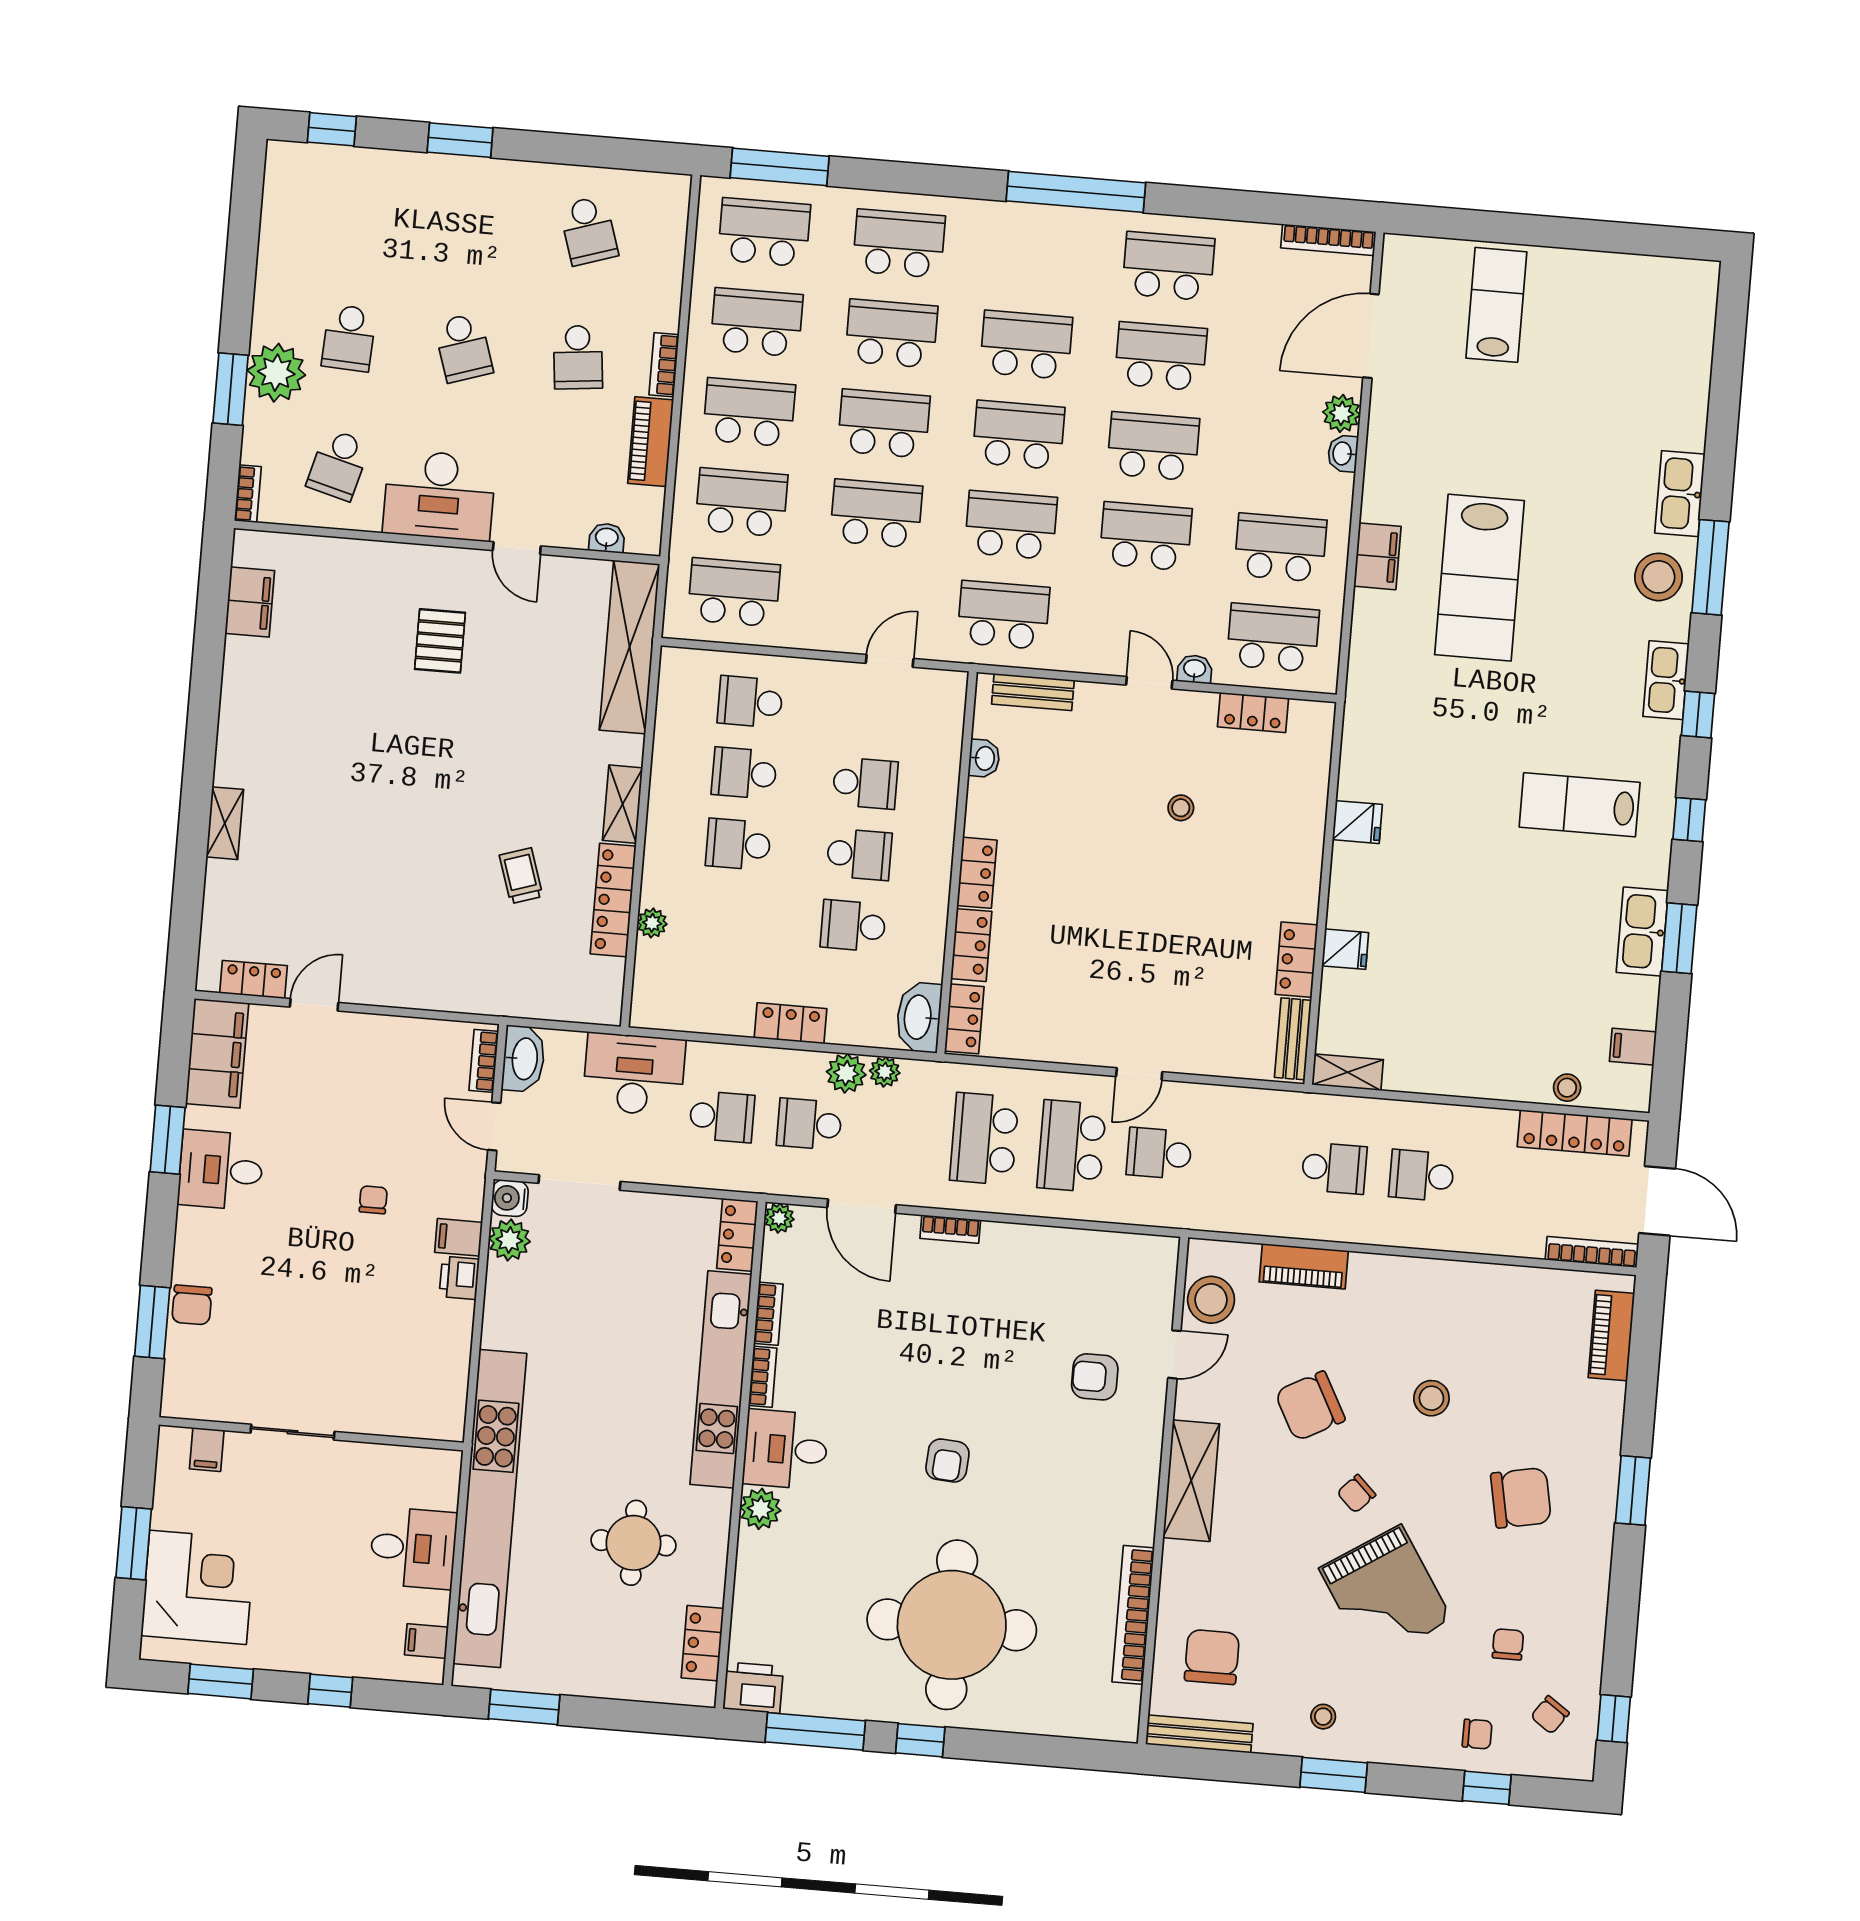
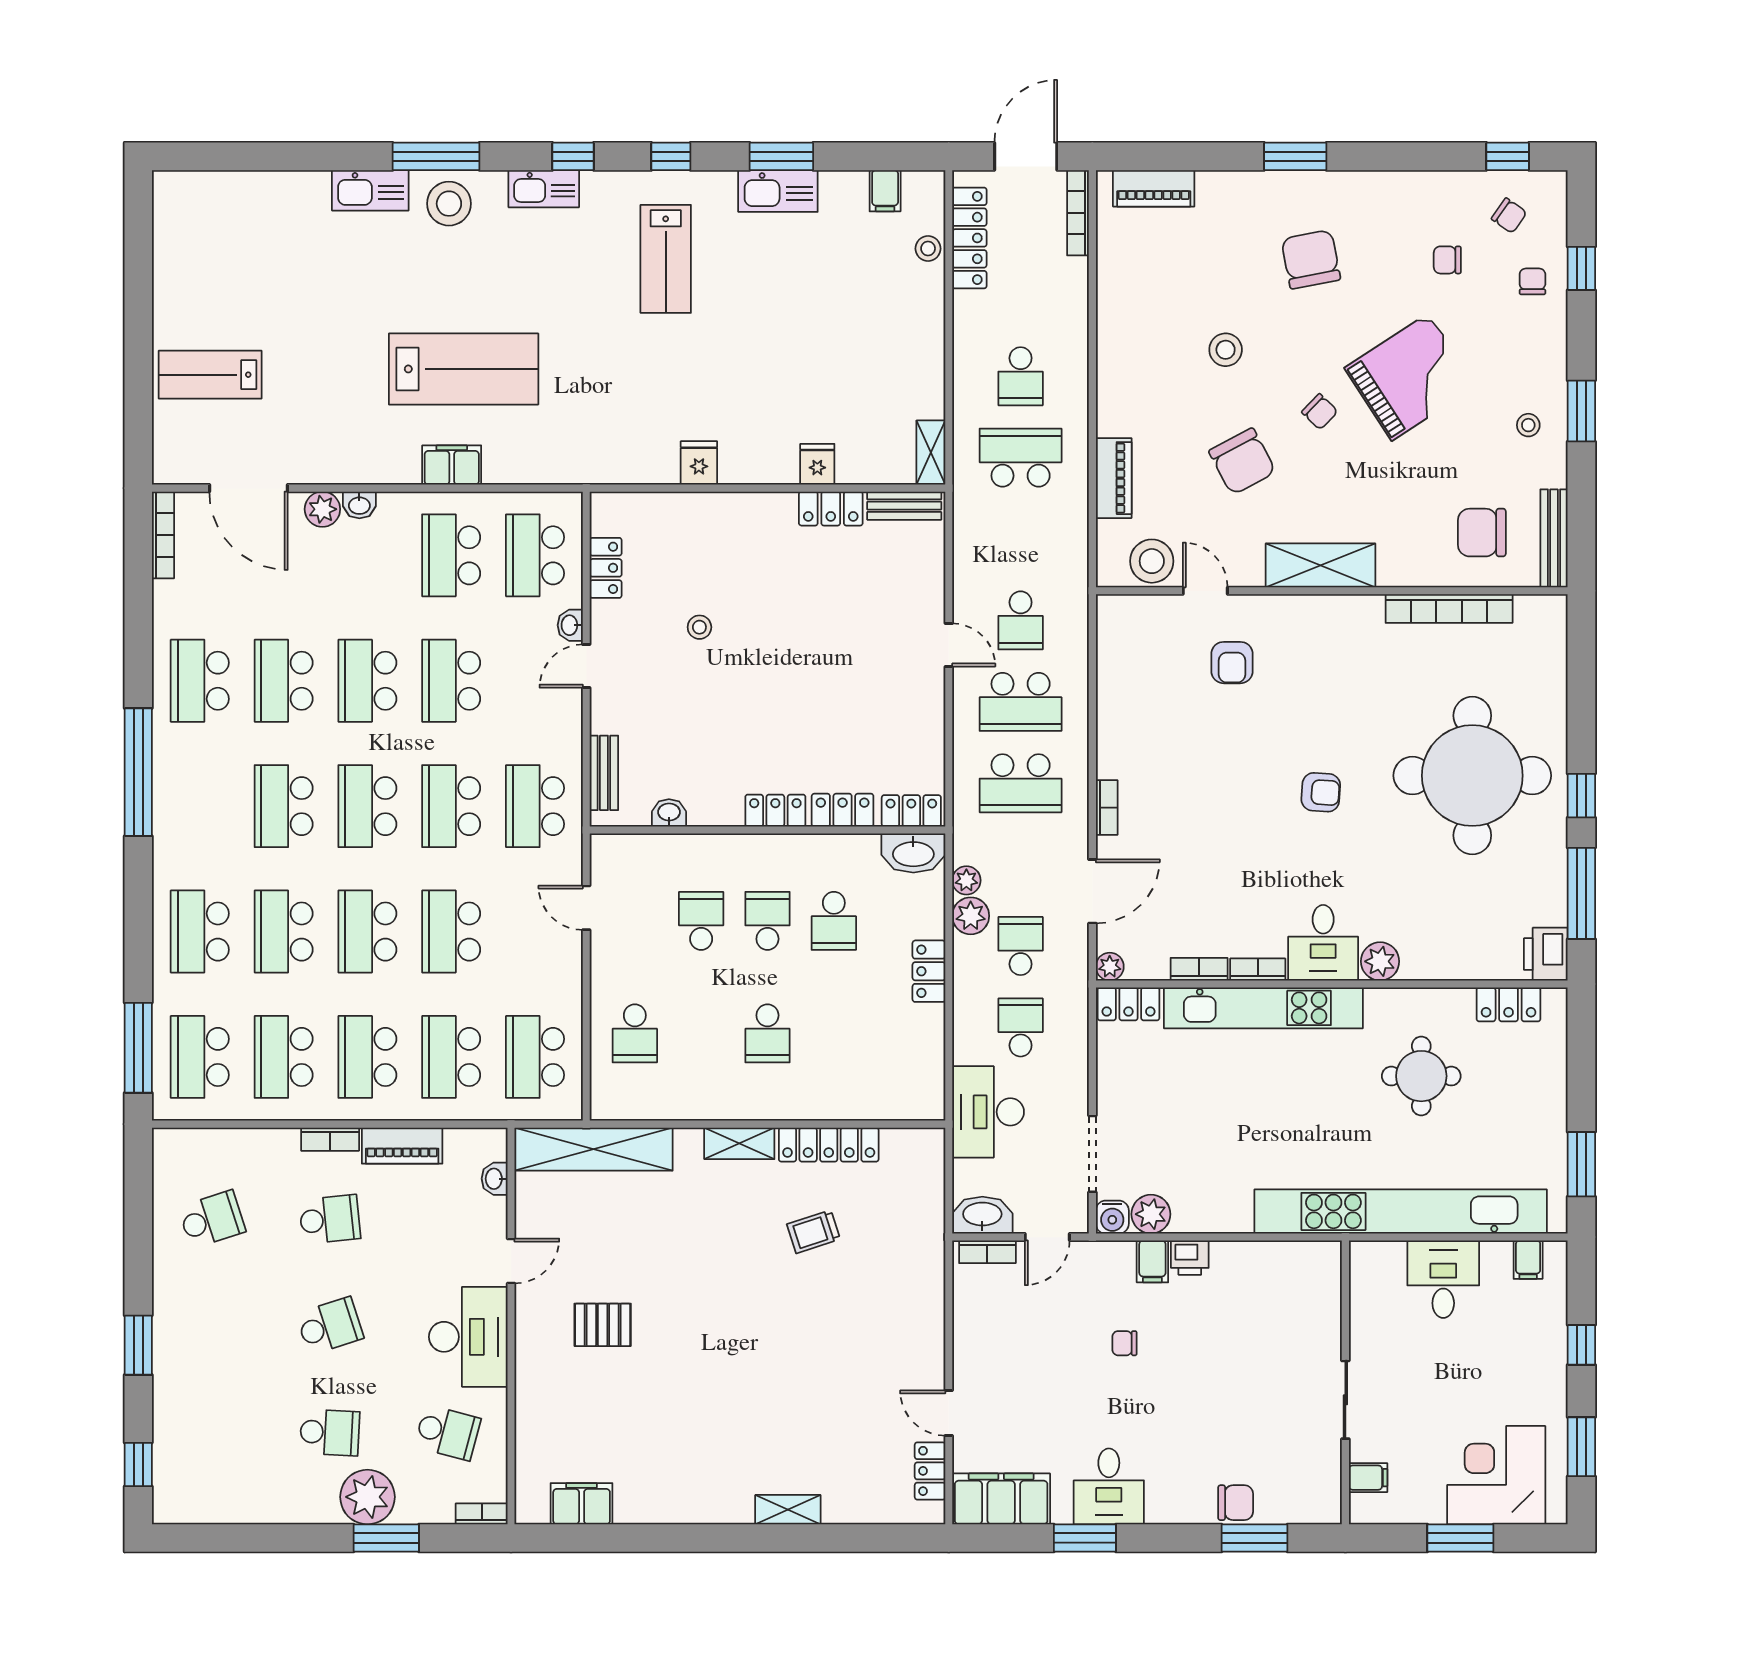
school desk: (744, 773) -> (701, 1033), removed
plant: (652, 923) -> (847, 1107), removed
school desk: (809, 1124) -> (1021, 946), turned 180
school desk: (1334, 1168) -> (1021, 458), width x1.85

